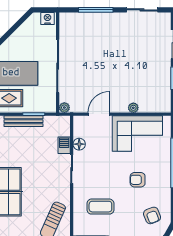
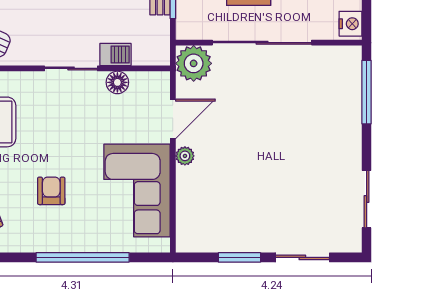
window: (96, 10) -> (367, 92), moved
plant: (64, 108) -> (194, 63), width x1.87, depth x1.87
plant: (133, 108) -> (185, 156), moved
door: (99, 114) -> (173, 119), hinge flipped

